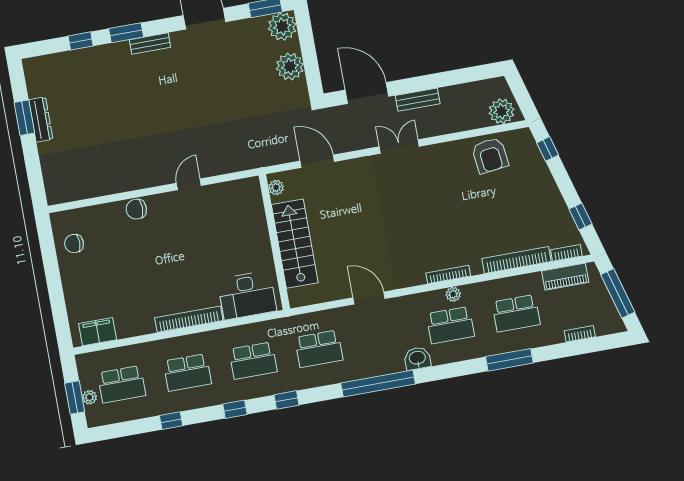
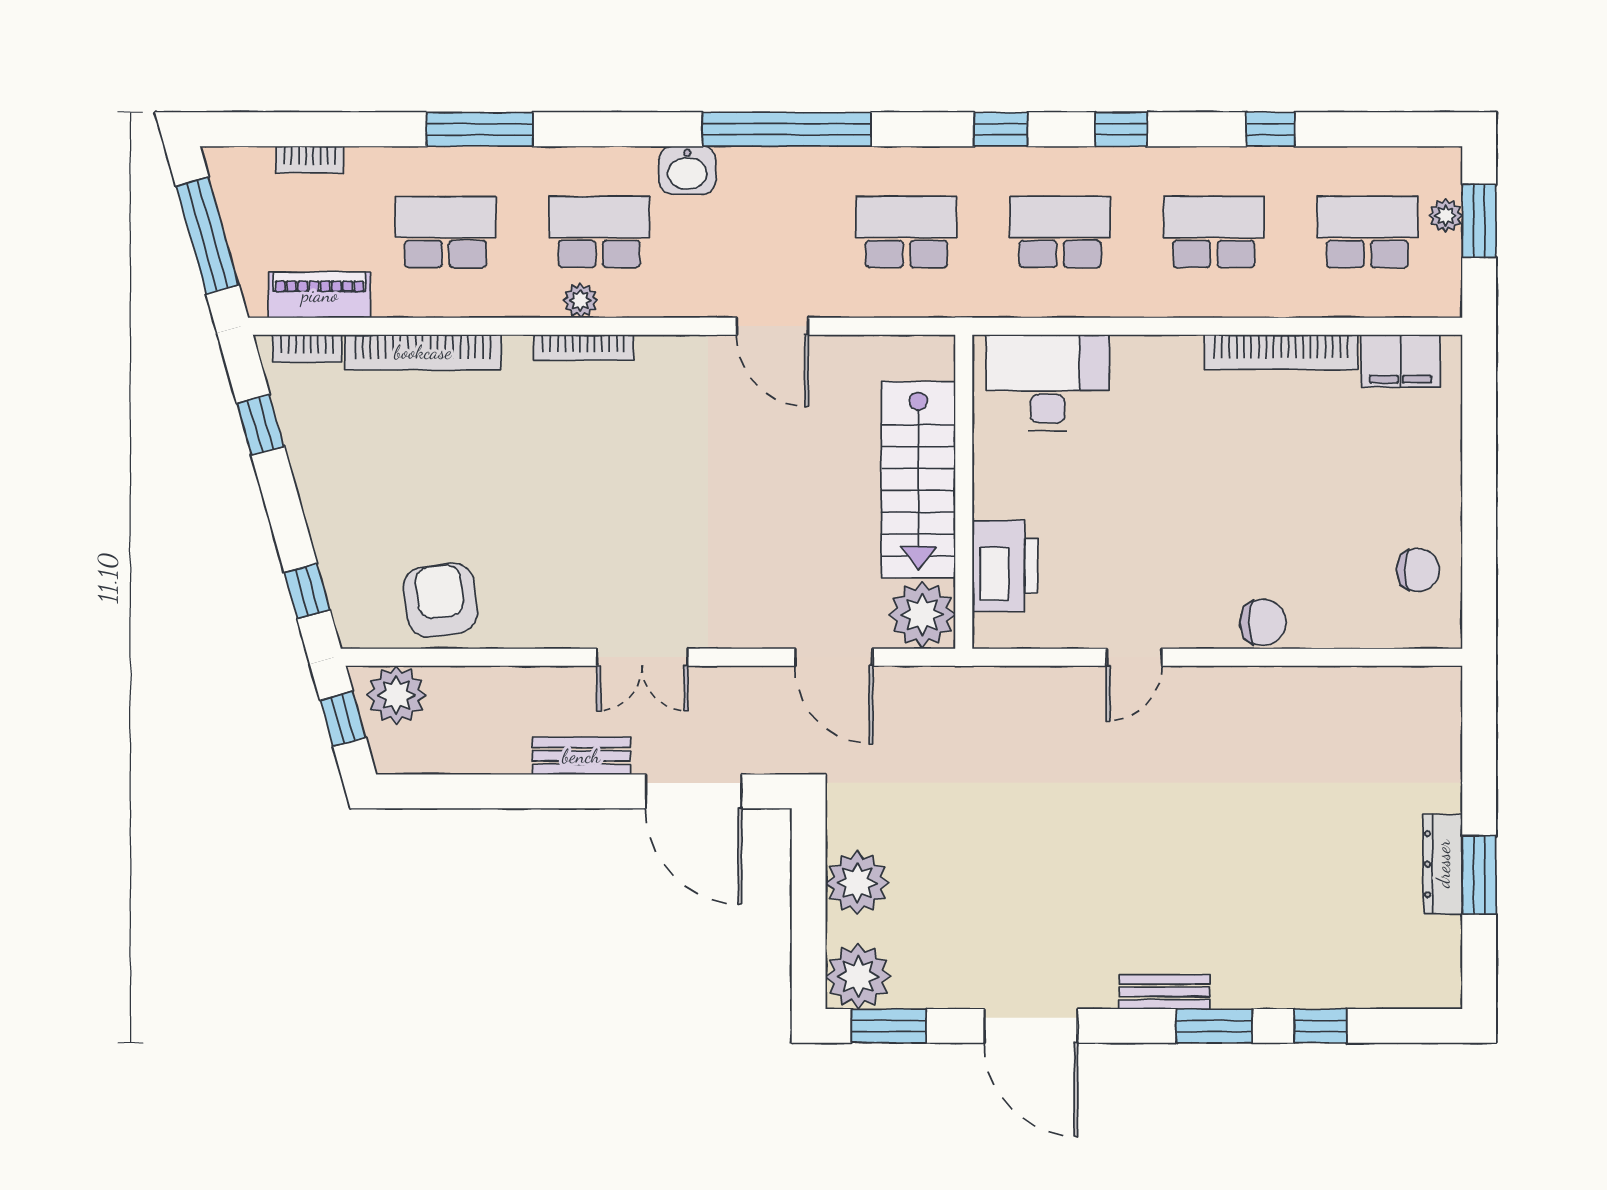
window: (522, 97) -> (343, 719), added
plant: (276, 187) -> (922, 615), width x1.87, depth x1.87
printer: (251, 213) -> (1005, 566), added
bookcase: (189, 319) -> (1281, 352), moved

